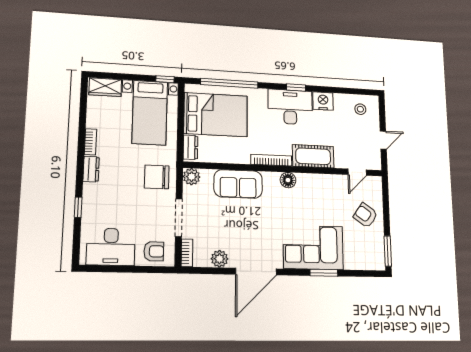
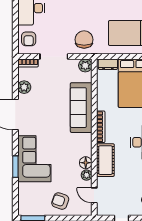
floor lamp: (288, 180) -> (86, 163), moved
plant: (332, 181) -> (87, 175), added
sofa: (238, 184) -> (81, 108), width x1.36
armchair: (365, 215) -> (60, 201), turned -106

